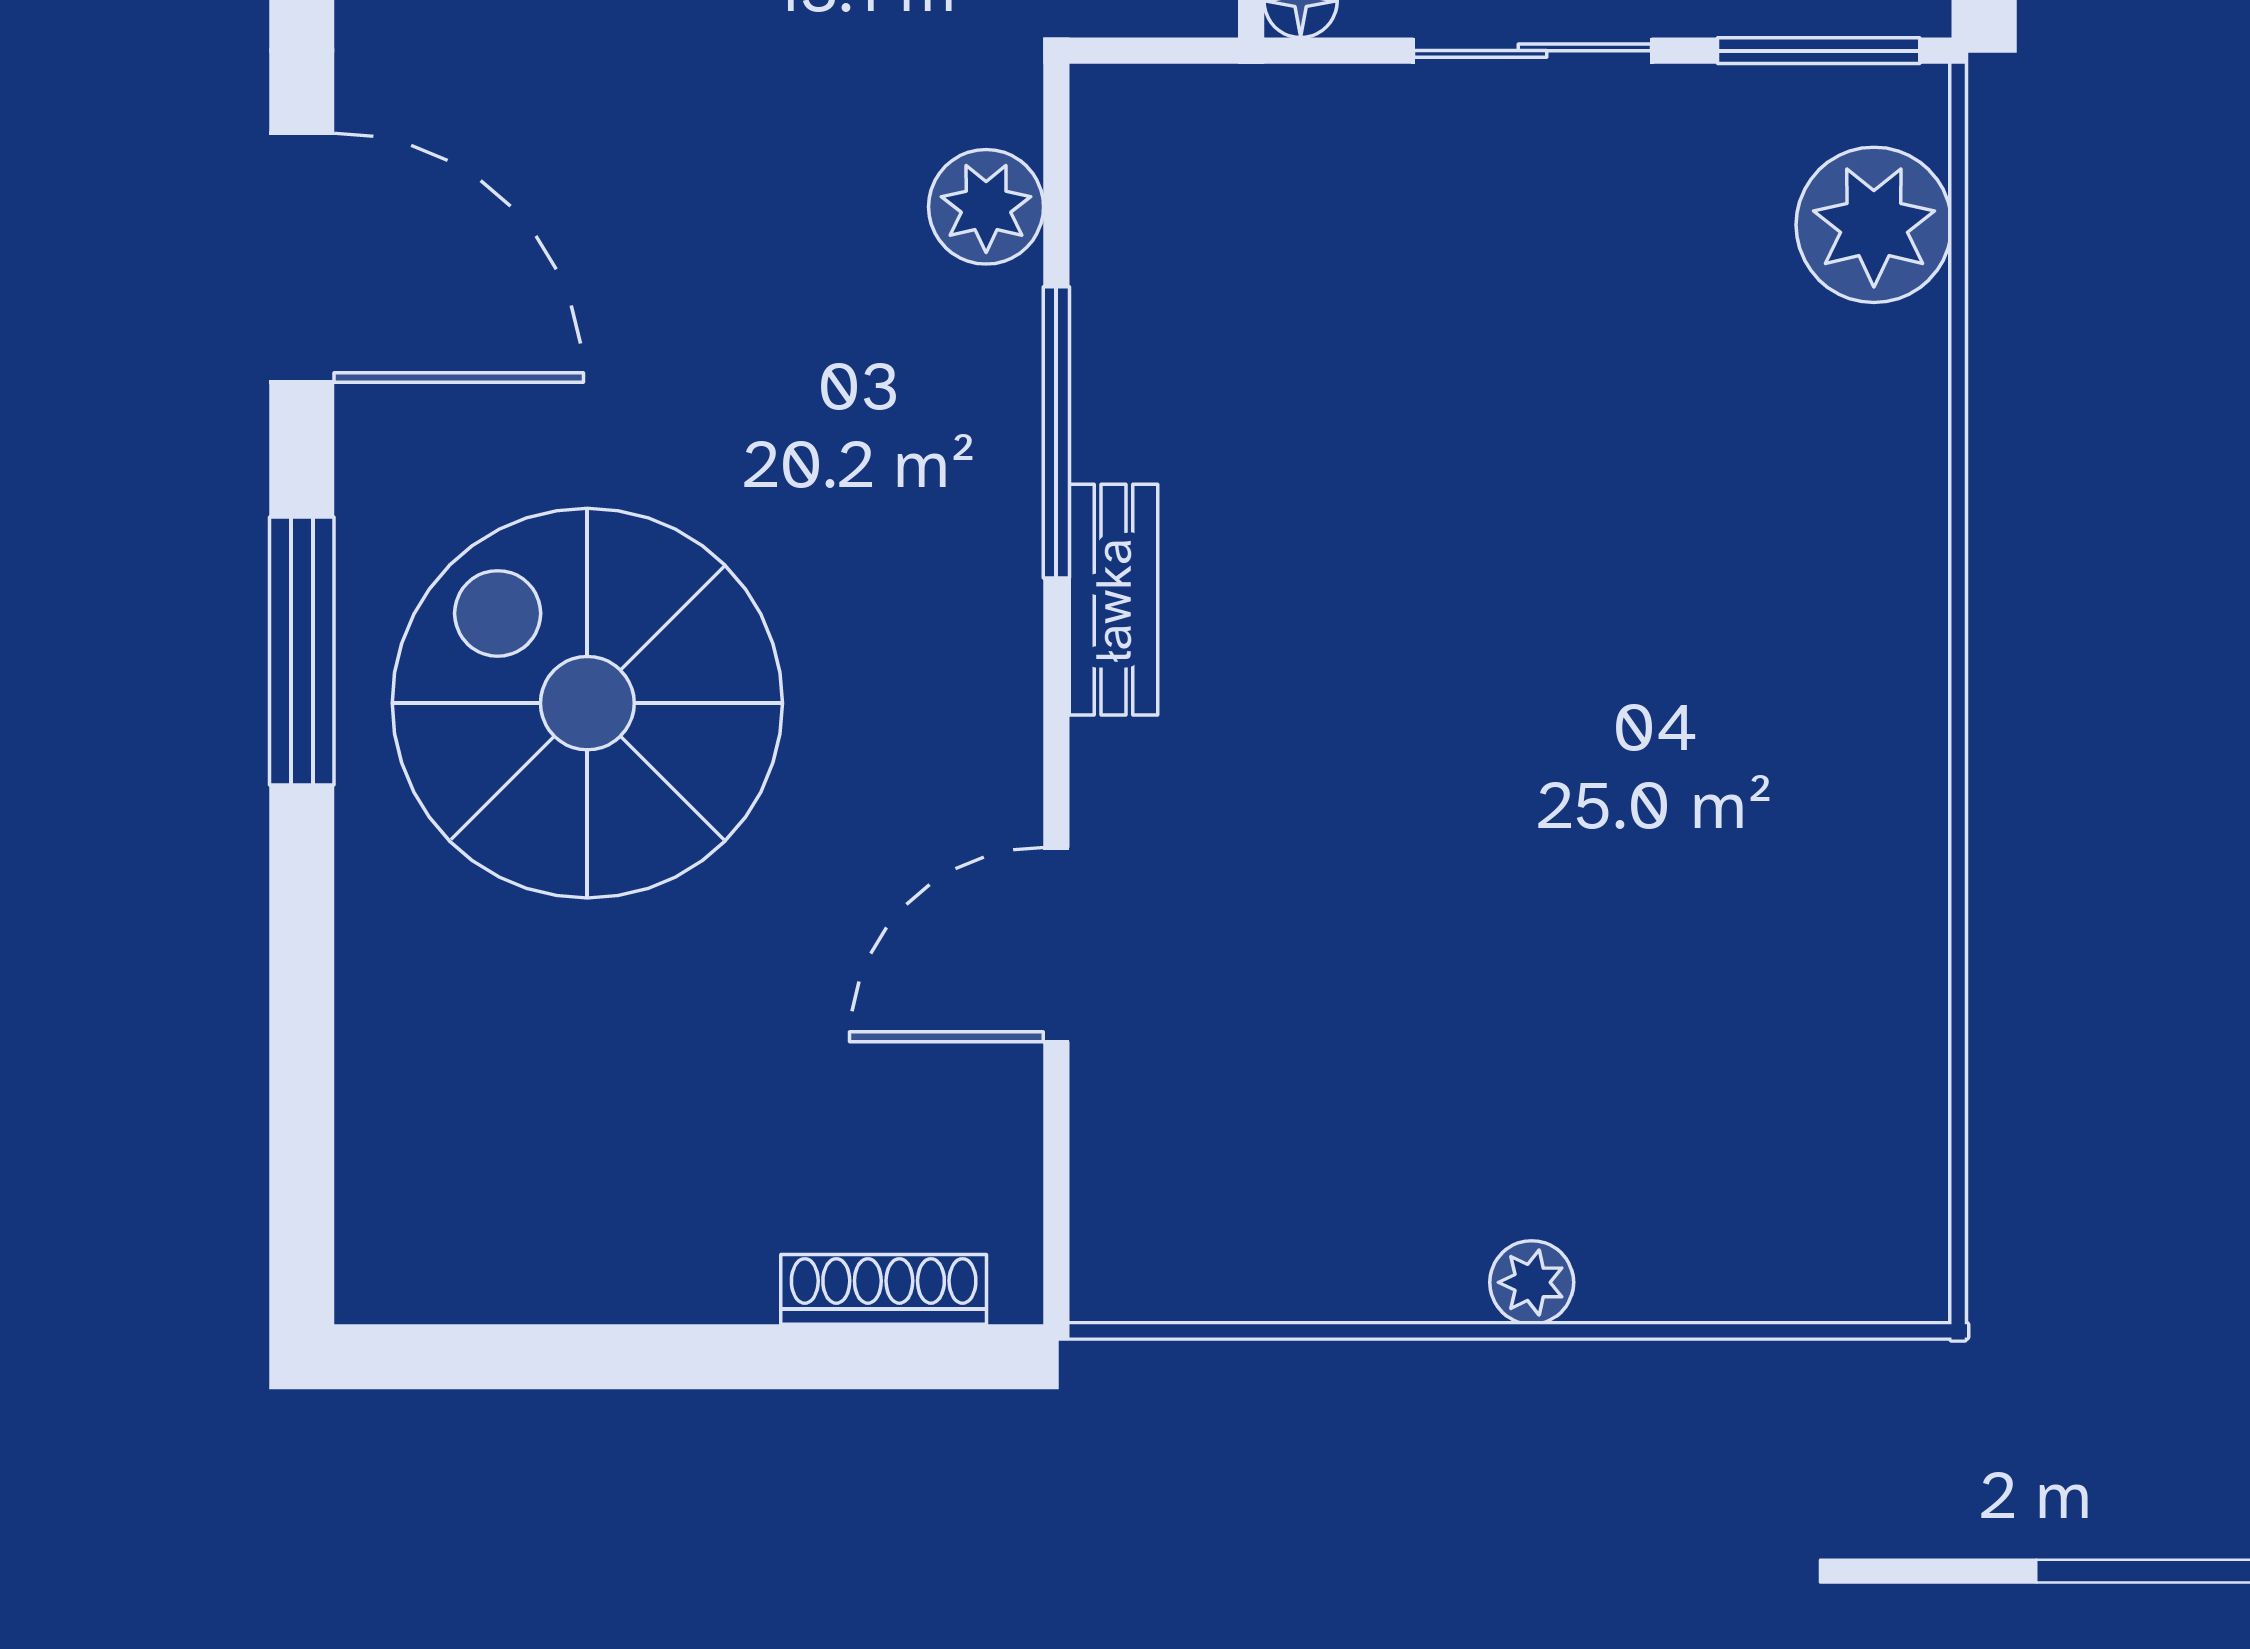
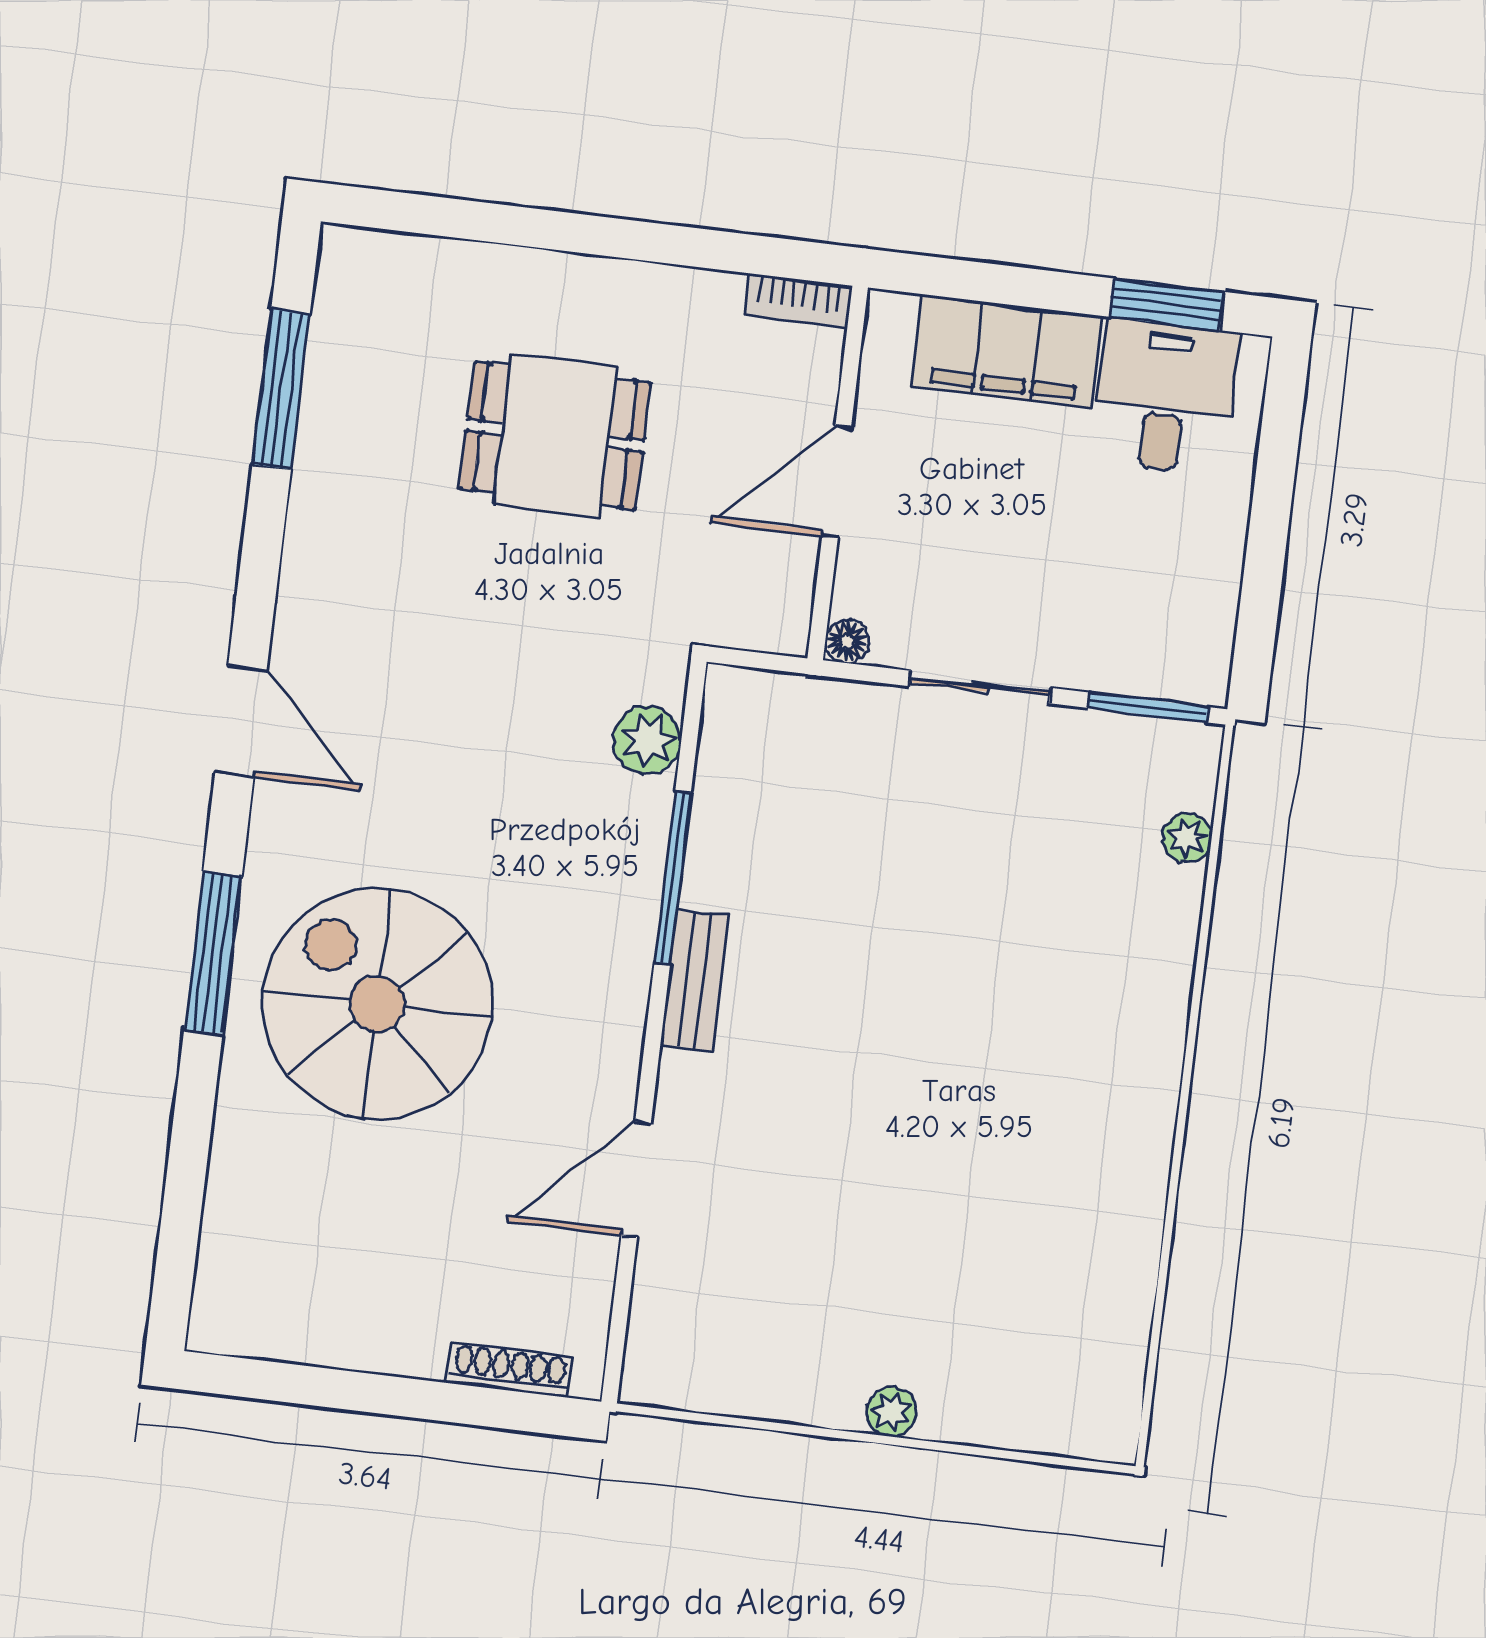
plant: (1874, 225) -> (1187, 838), width x0.53, depth x0.53
door: (302, 258) -> (241, 721), width x0.73

